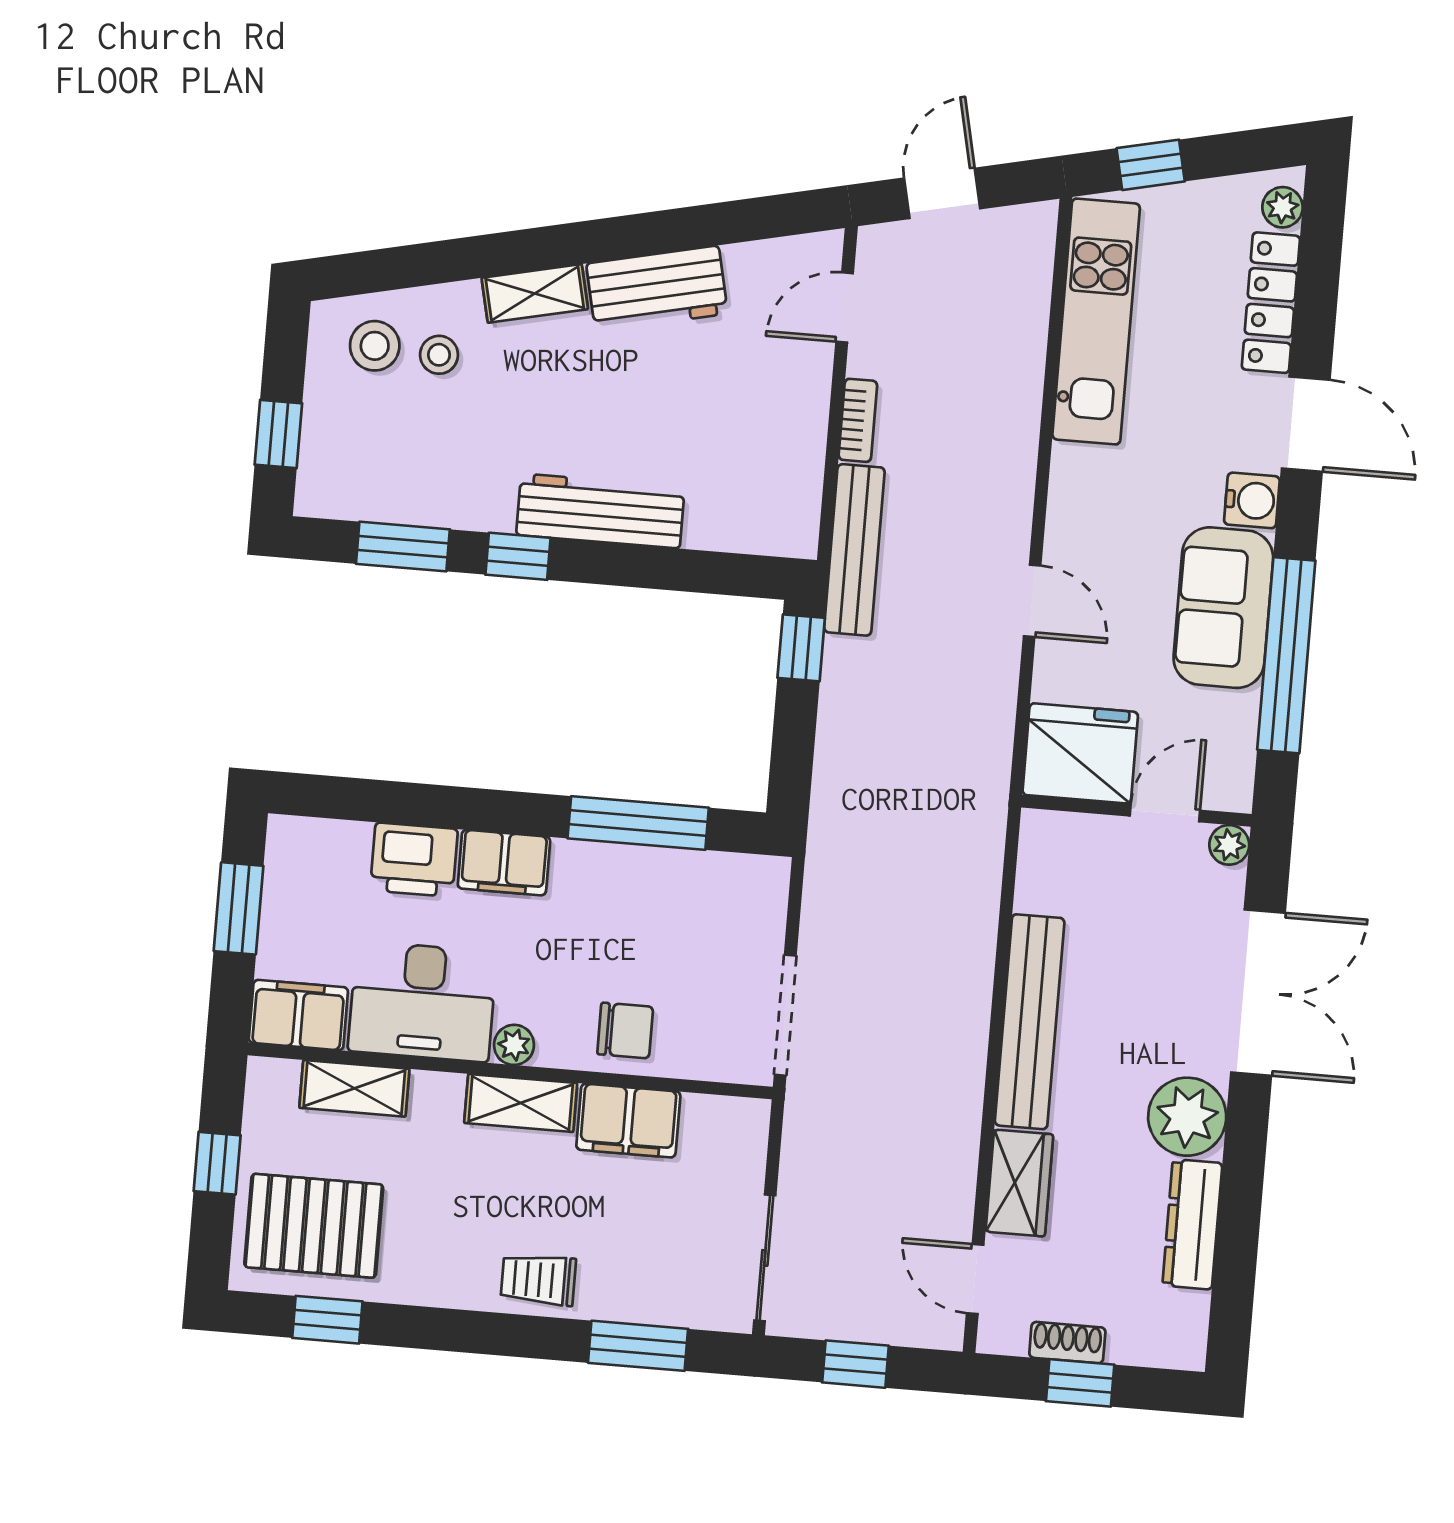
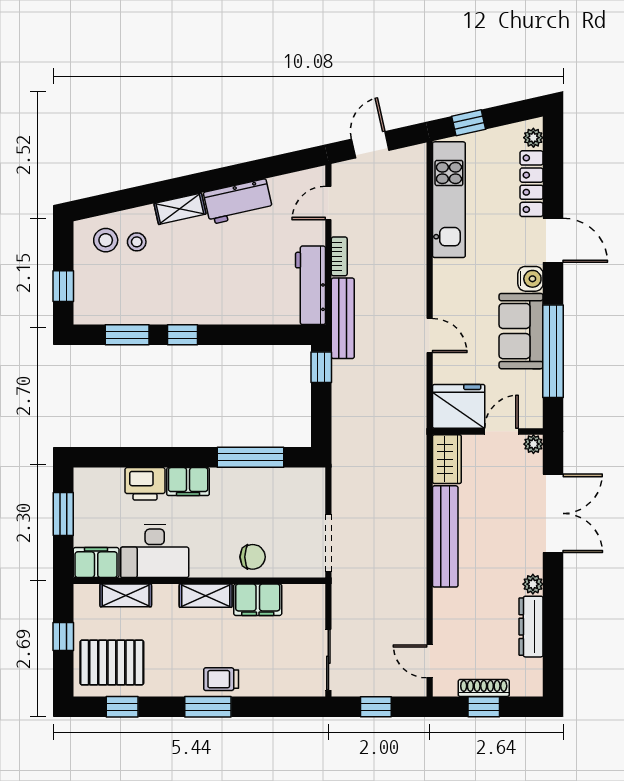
workbench: (600, 511) -> (311, 285), moved, turned -90
plant: (514, 1045) -> (200, 568), removed
plant: (1187, 1117) -> (533, 584), width x0.53, depth x0.53
wardrobe: (1019, 1183) -> (447, 459), moved
shoe rack: (1067, 1343) -> (484, 688), width x1.43
window: (638, 1346) -> (208, 707), moved

